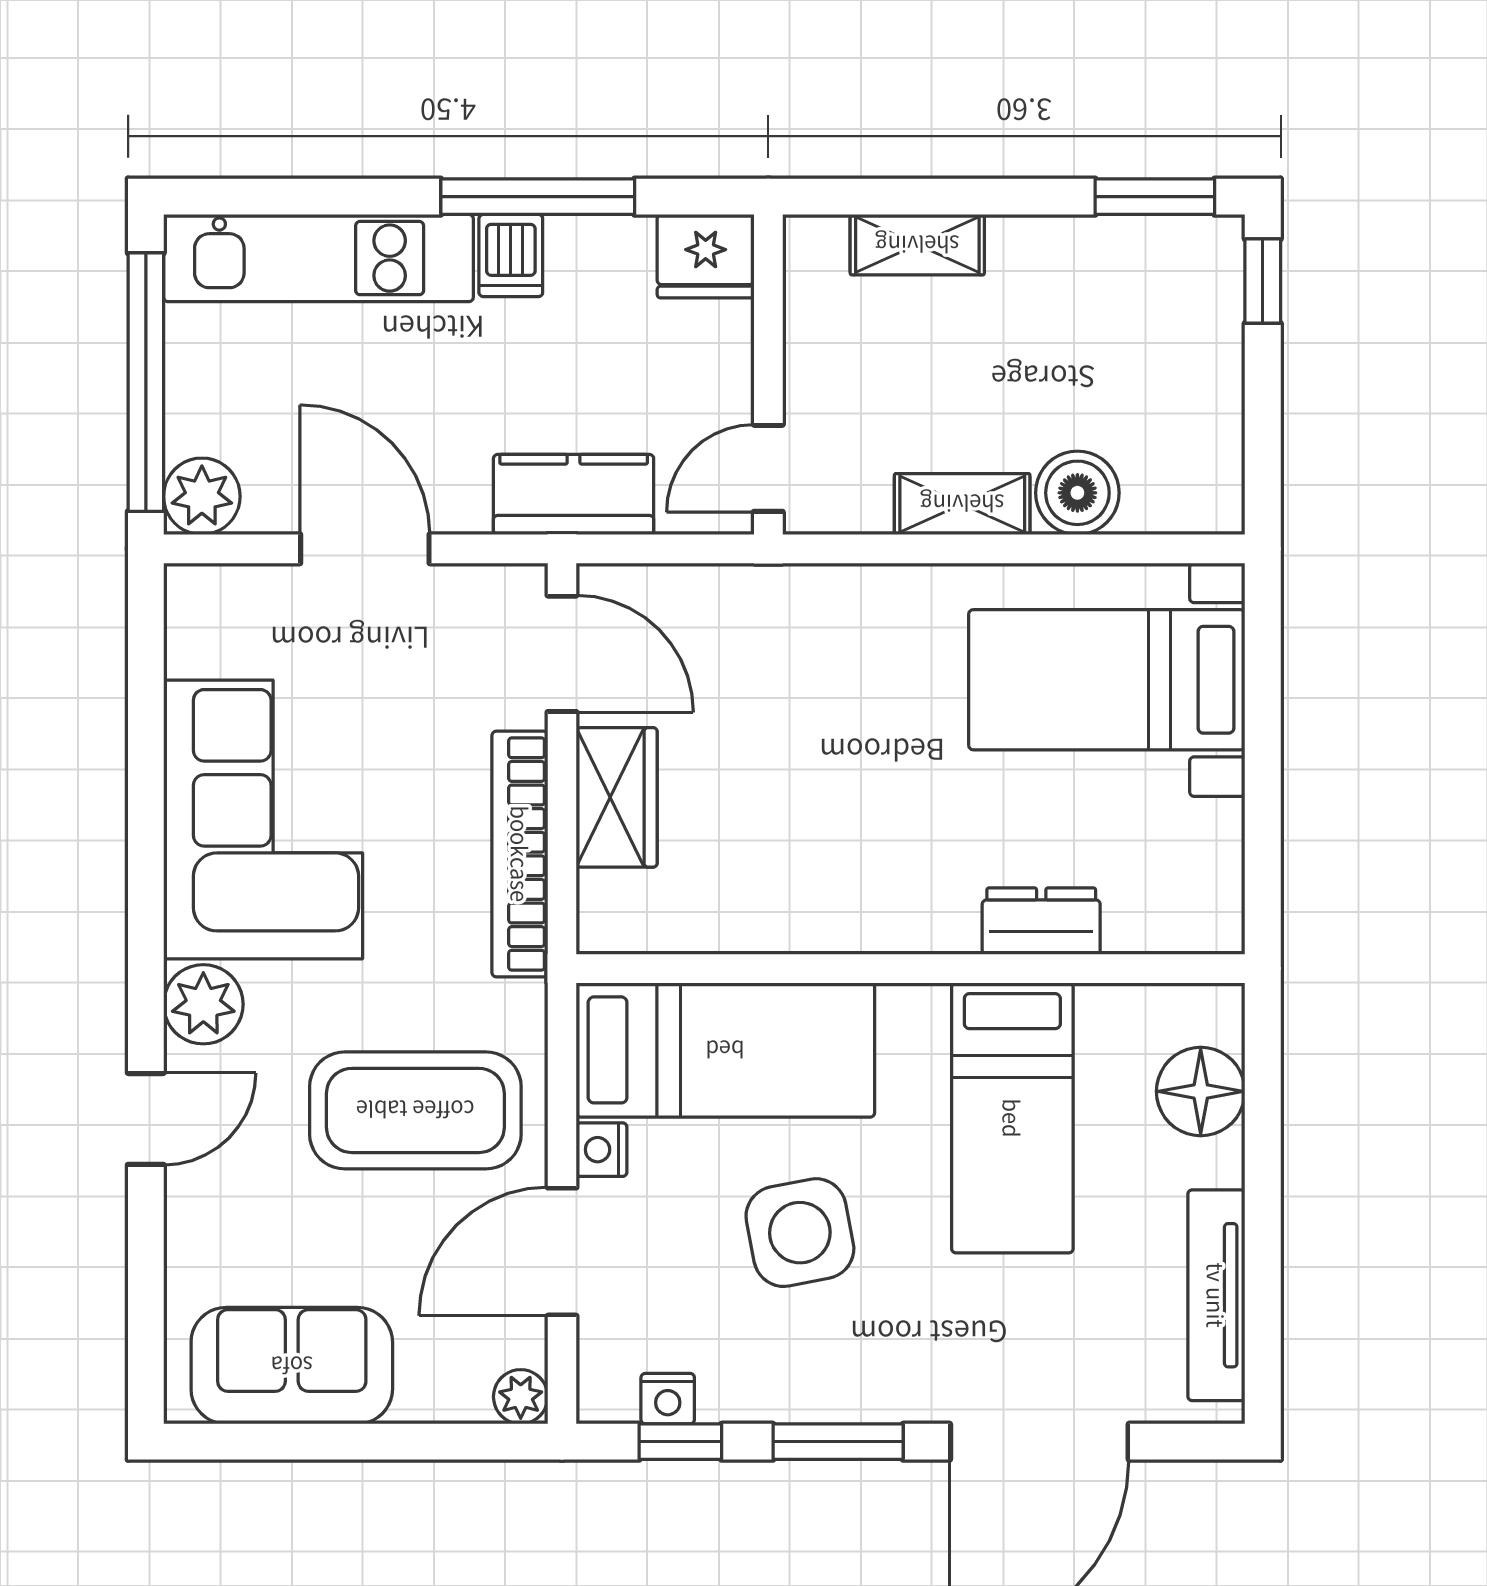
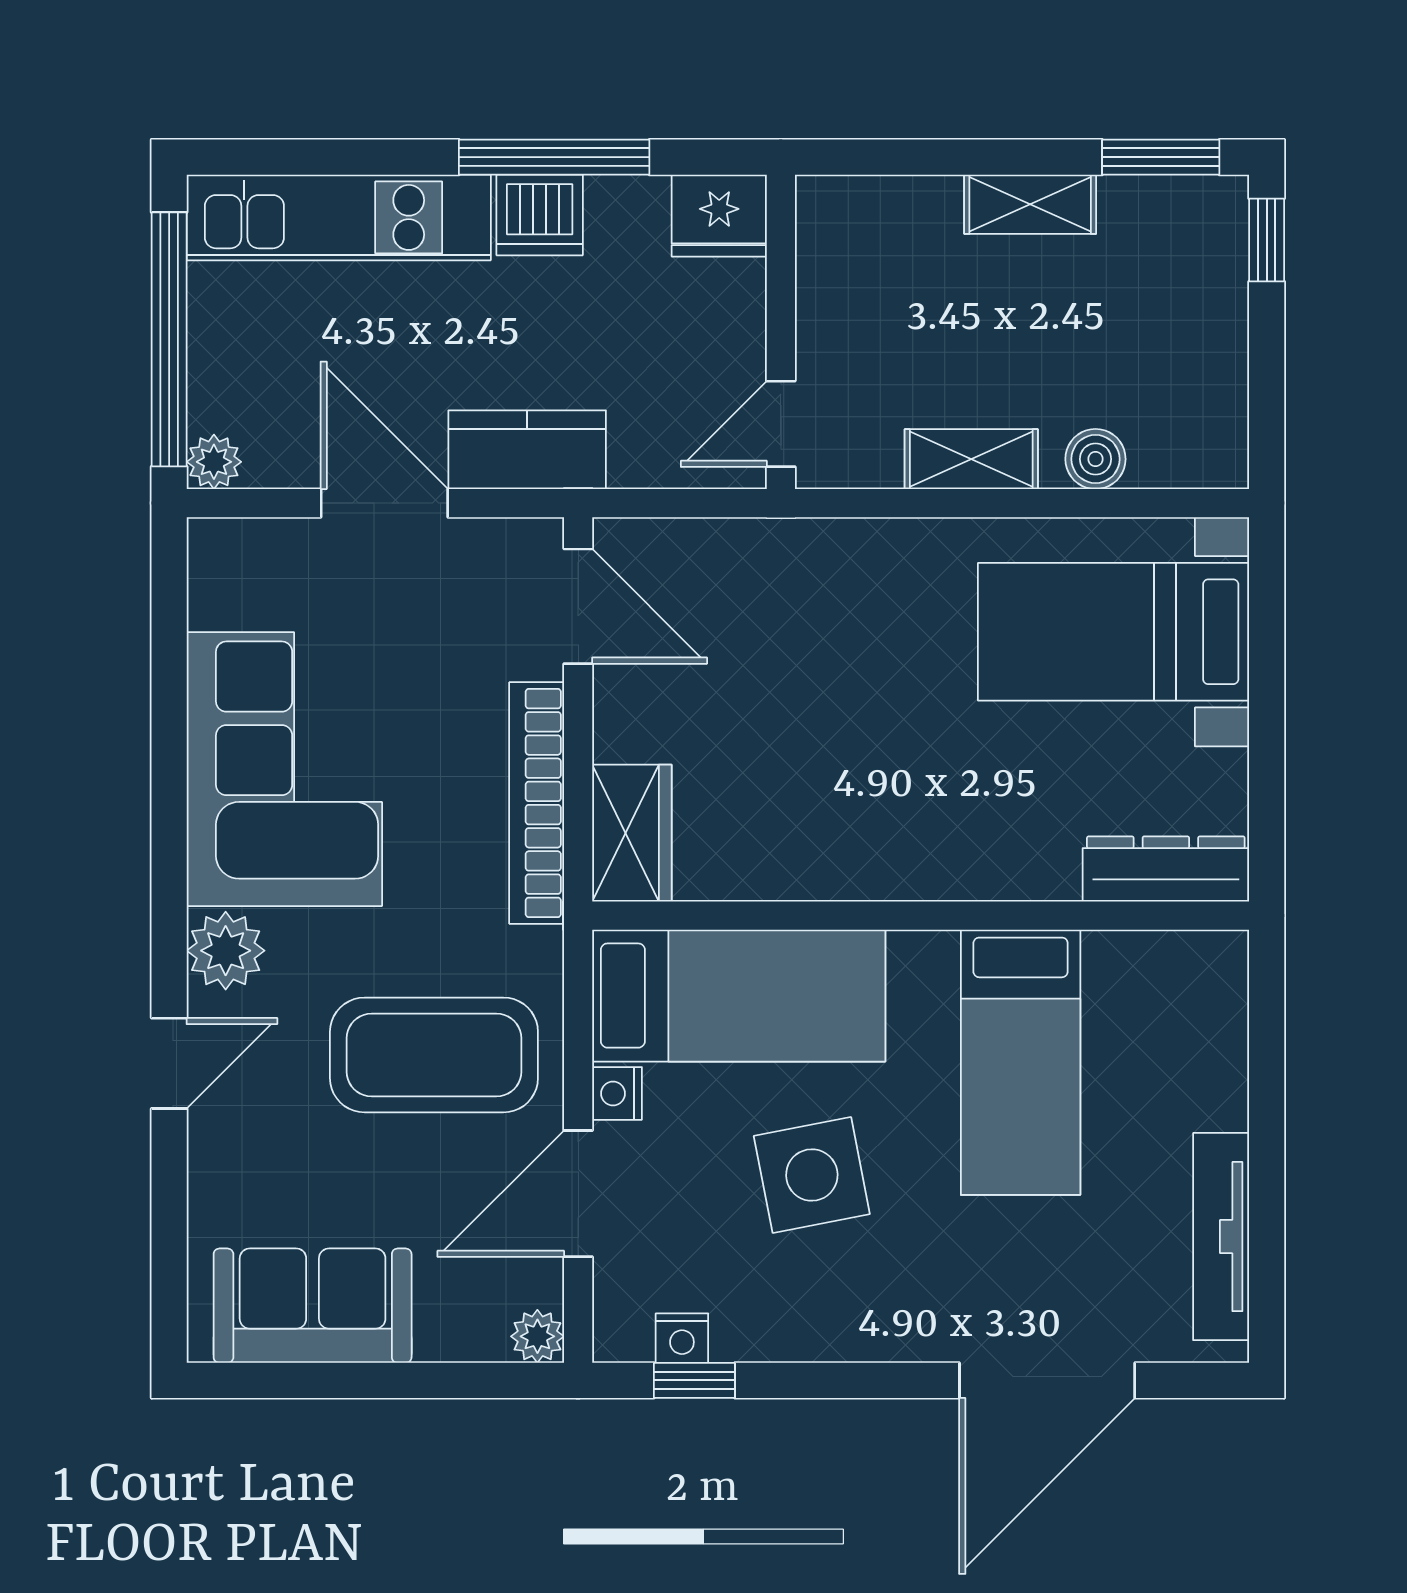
shelving: (917, 245) -> (1030, 204), moved
dishwasher: (511, 256) -> (540, 215), width x1.38
boiler: (1077, 493) -> (1095, 459), width x0.73, depth x0.73
kitchen counter: (574, 494) -> (527, 450), moved
plant: (202, 496) -> (214, 462), width x0.73, depth x0.73
wardrobe: (617, 797) -> (632, 833), moved
dresser: (1041, 921) -> (1166, 869), moved, width x1.44
floor lamp: (1201, 1091) -> (1206, 1036), removed
window: (838, 1442) -> (849, 1380), removed

